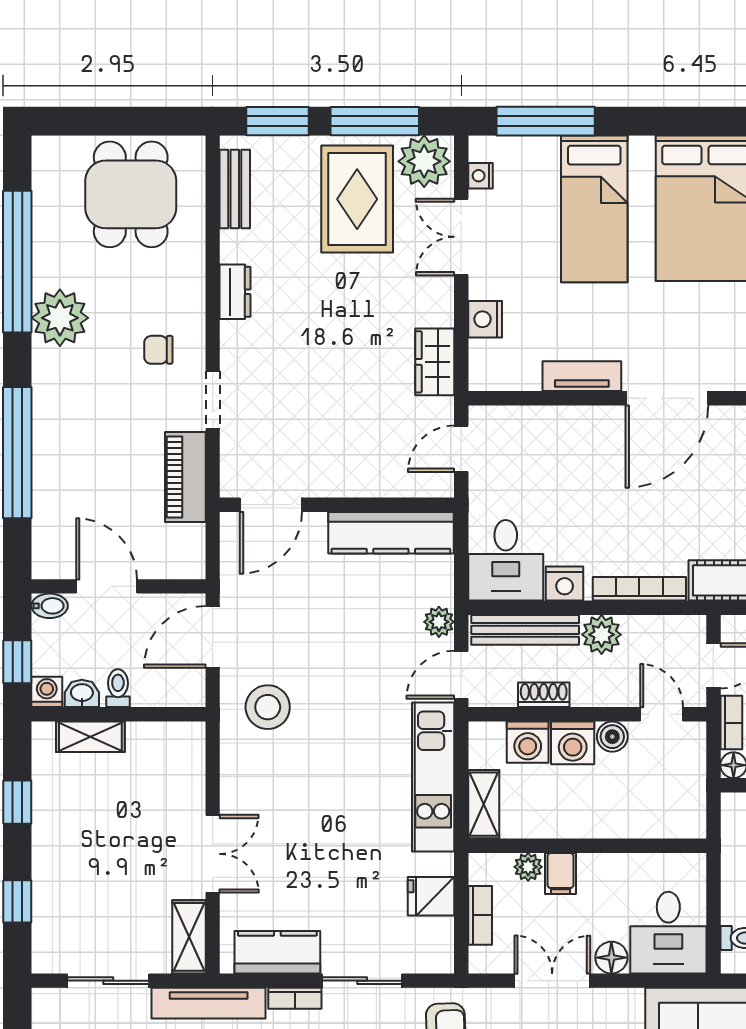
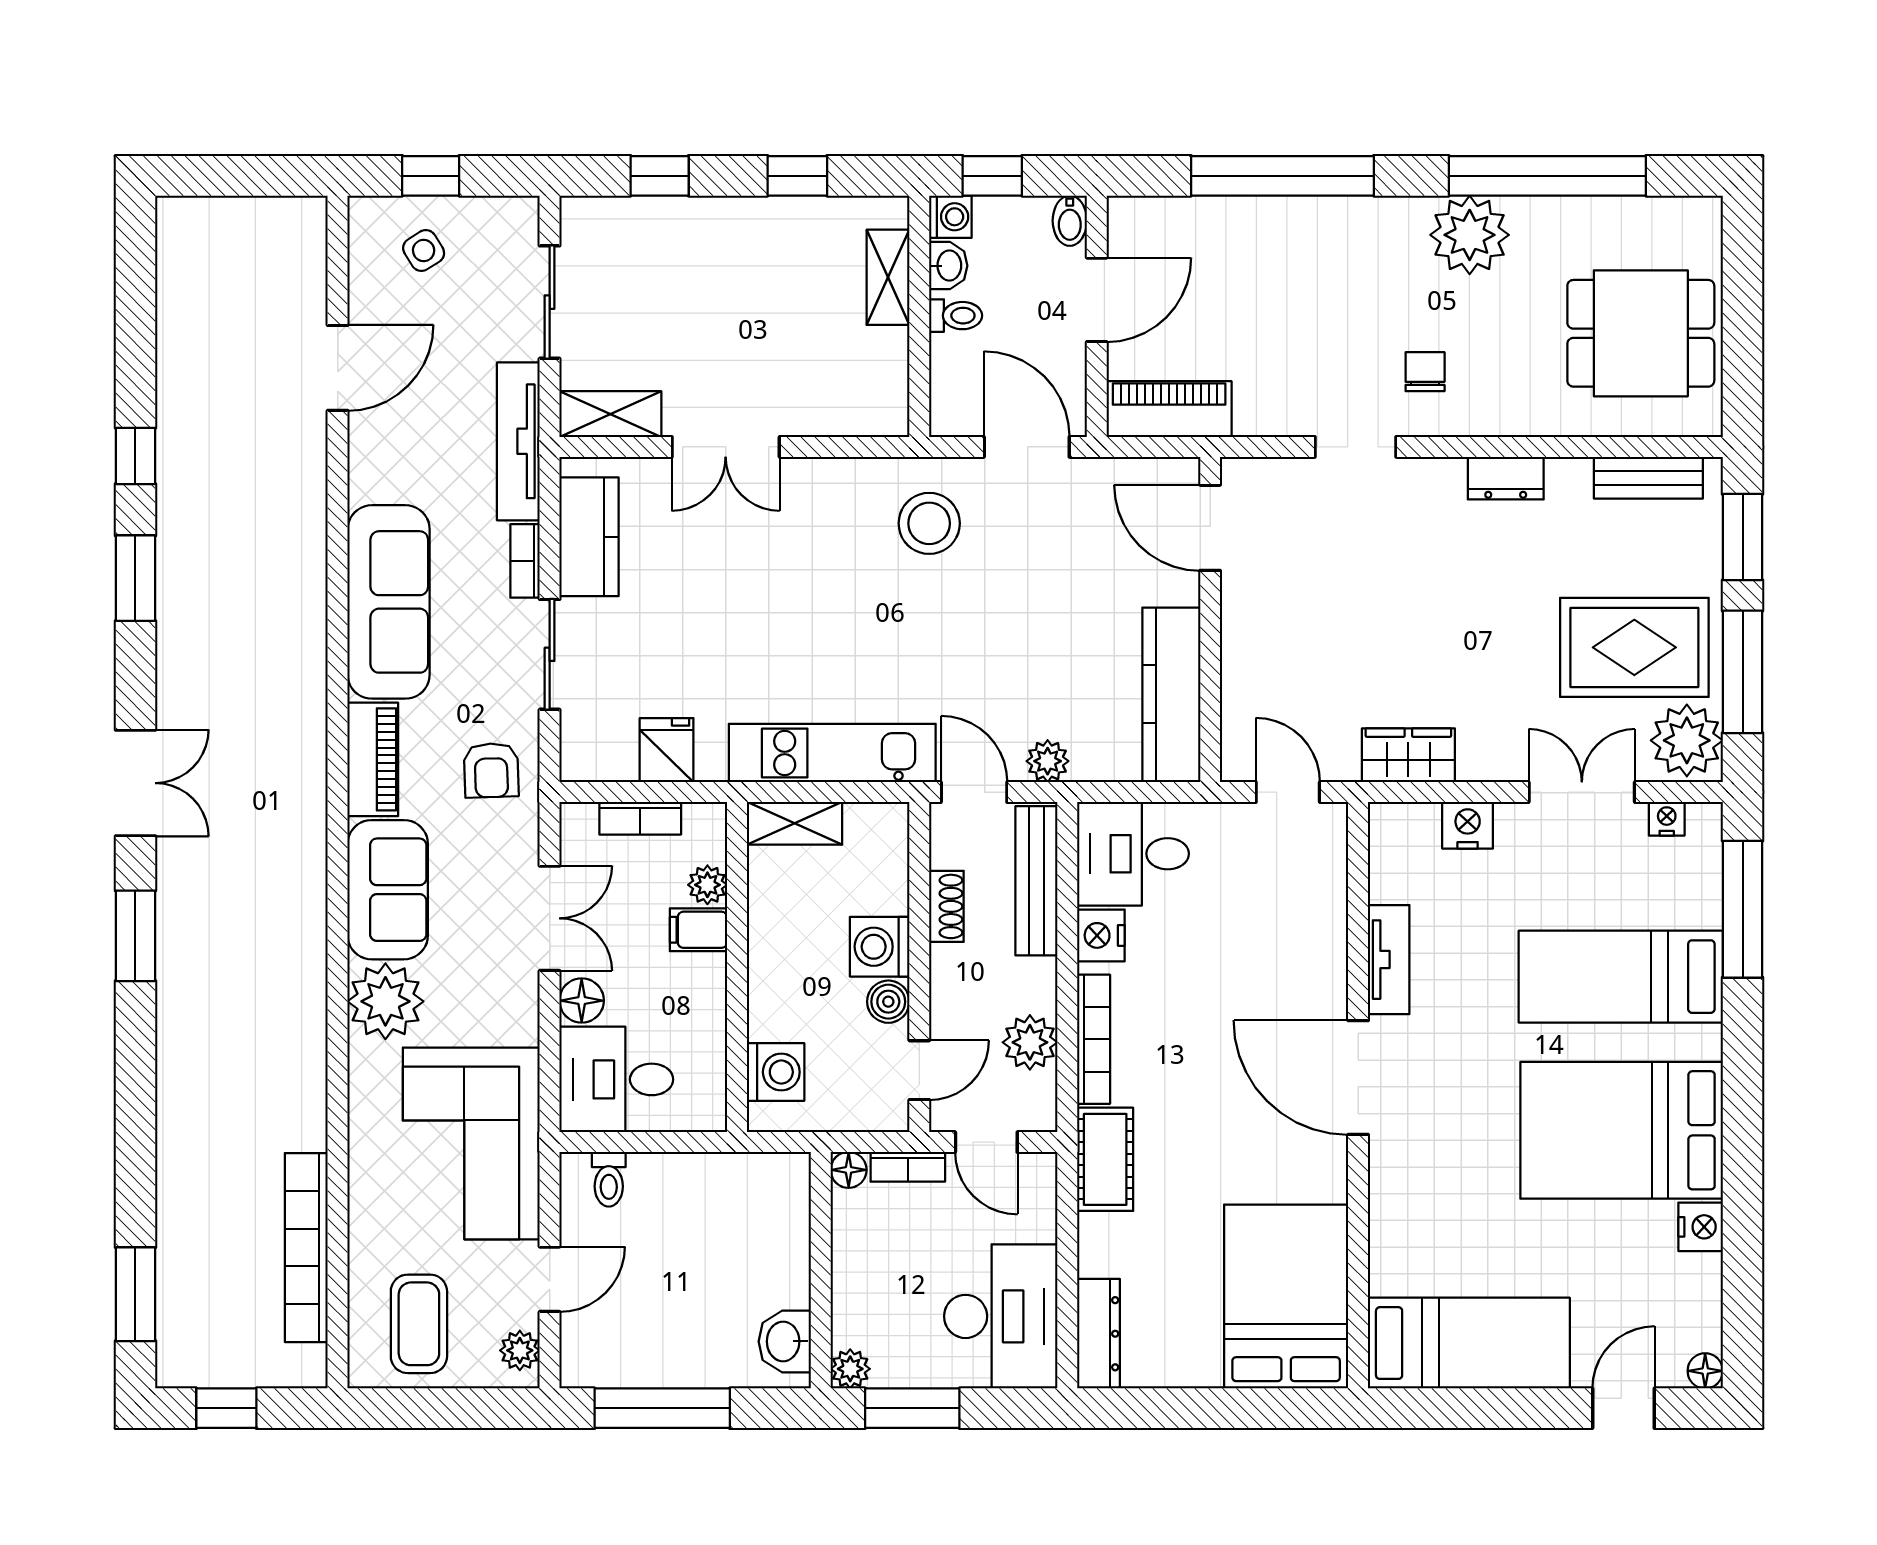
piano: (185, 477) -> (1169, 409), moved
plant: (602, 635) -> (1030, 1042), moved
washing machine: (528, 742) -> (776, 1072), moved, turned 180

